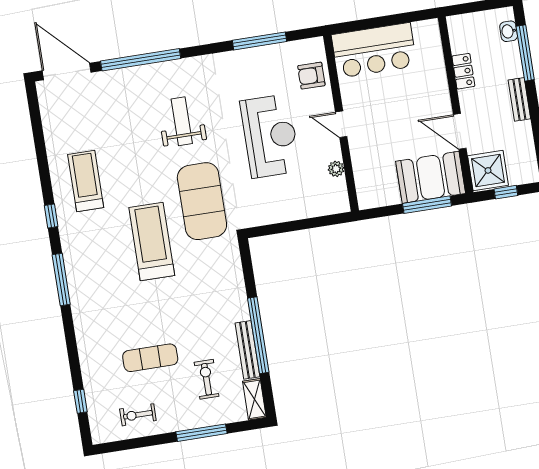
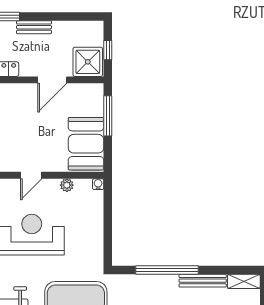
booth: (431, 177) -> (86, 144), moved
water cooler: (343, 206) -> (98, 184), added
window: (258, 335) -> (167, 270), moved

